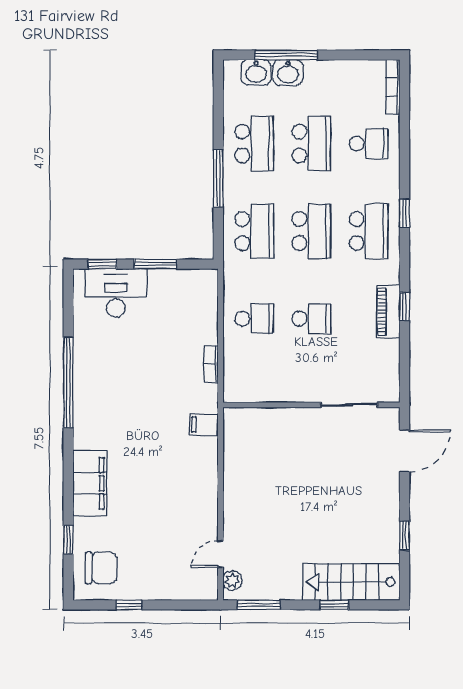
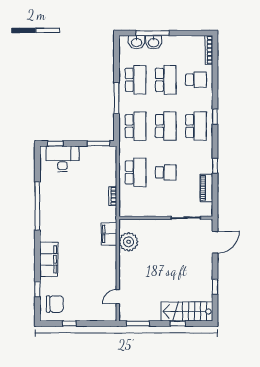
window: (155, 264) -> (99, 143), moved
piano: (388, 312) -> (206, 188), moved
school desk: (254, 319) -> (136, 172), width x1.85
filing cabinet: (204, 425) -> (109, 234), width x2.00
plant: (232, 580) -> (129, 242), moved, width x1.87, depth x1.87

